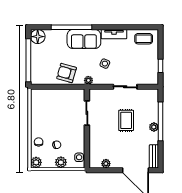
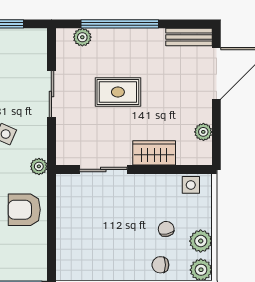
armchair: (67, 73) -> (24, 210), turned 74
plant: (154, 127) -> (82, 37), moved
wardrobe: (95, 139) -> (154, 153), added
plant: (61, 162) -> (201, 241), moved

